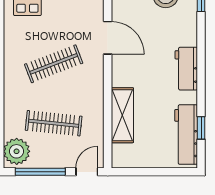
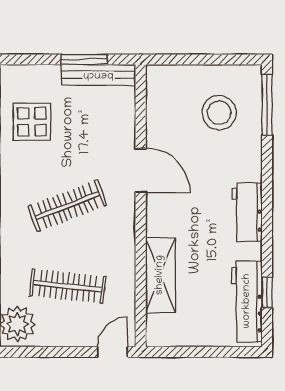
window: (40, 172) -> (49, 352), removed

